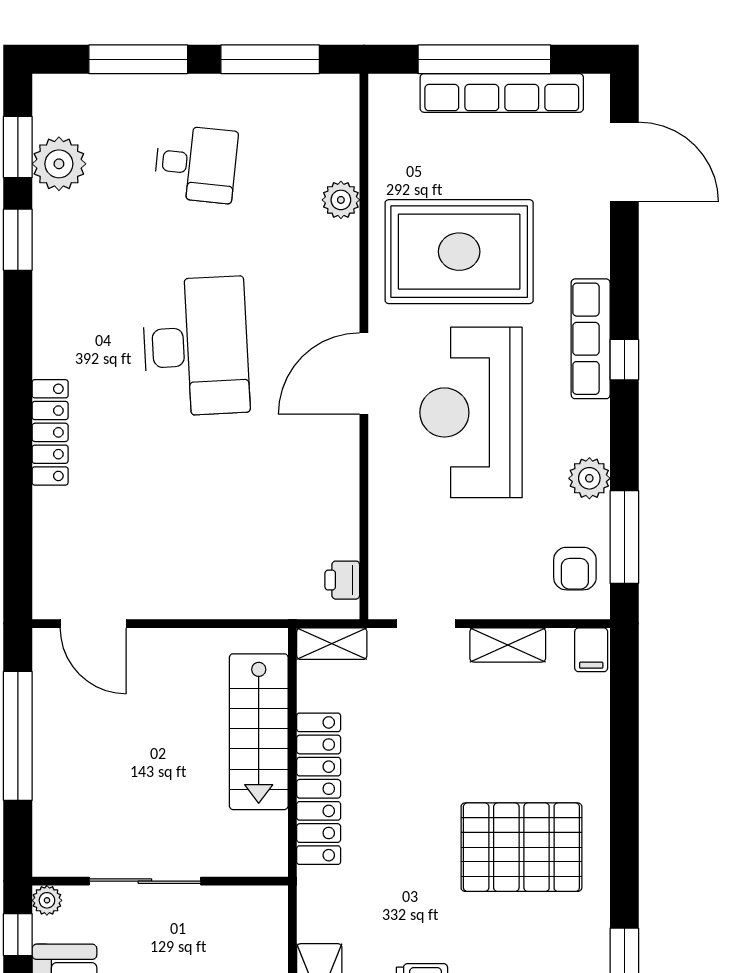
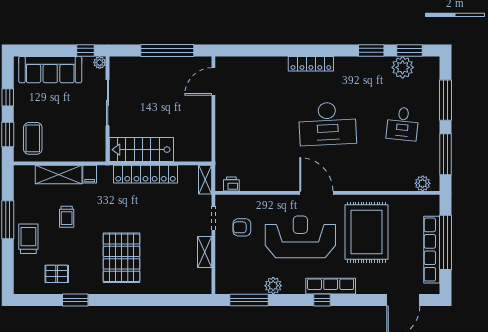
plant: (341, 200) -> (423, 183), moved
locker: (50, 432) -> (311, 64), moved
armchair: (575, 569) -> (242, 227), moved
filing cabinet: (591, 650) -> (90, 174), moved, turned -90
stairs: (259, 732) -> (141, 150), moved

